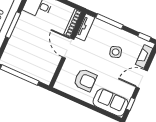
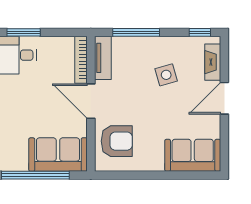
sofa: (37, 69) -> (58, 155), added
armchair: (85, 80) -> (117, 141), moved
window: (131, 104) -> (224, 144), removed

